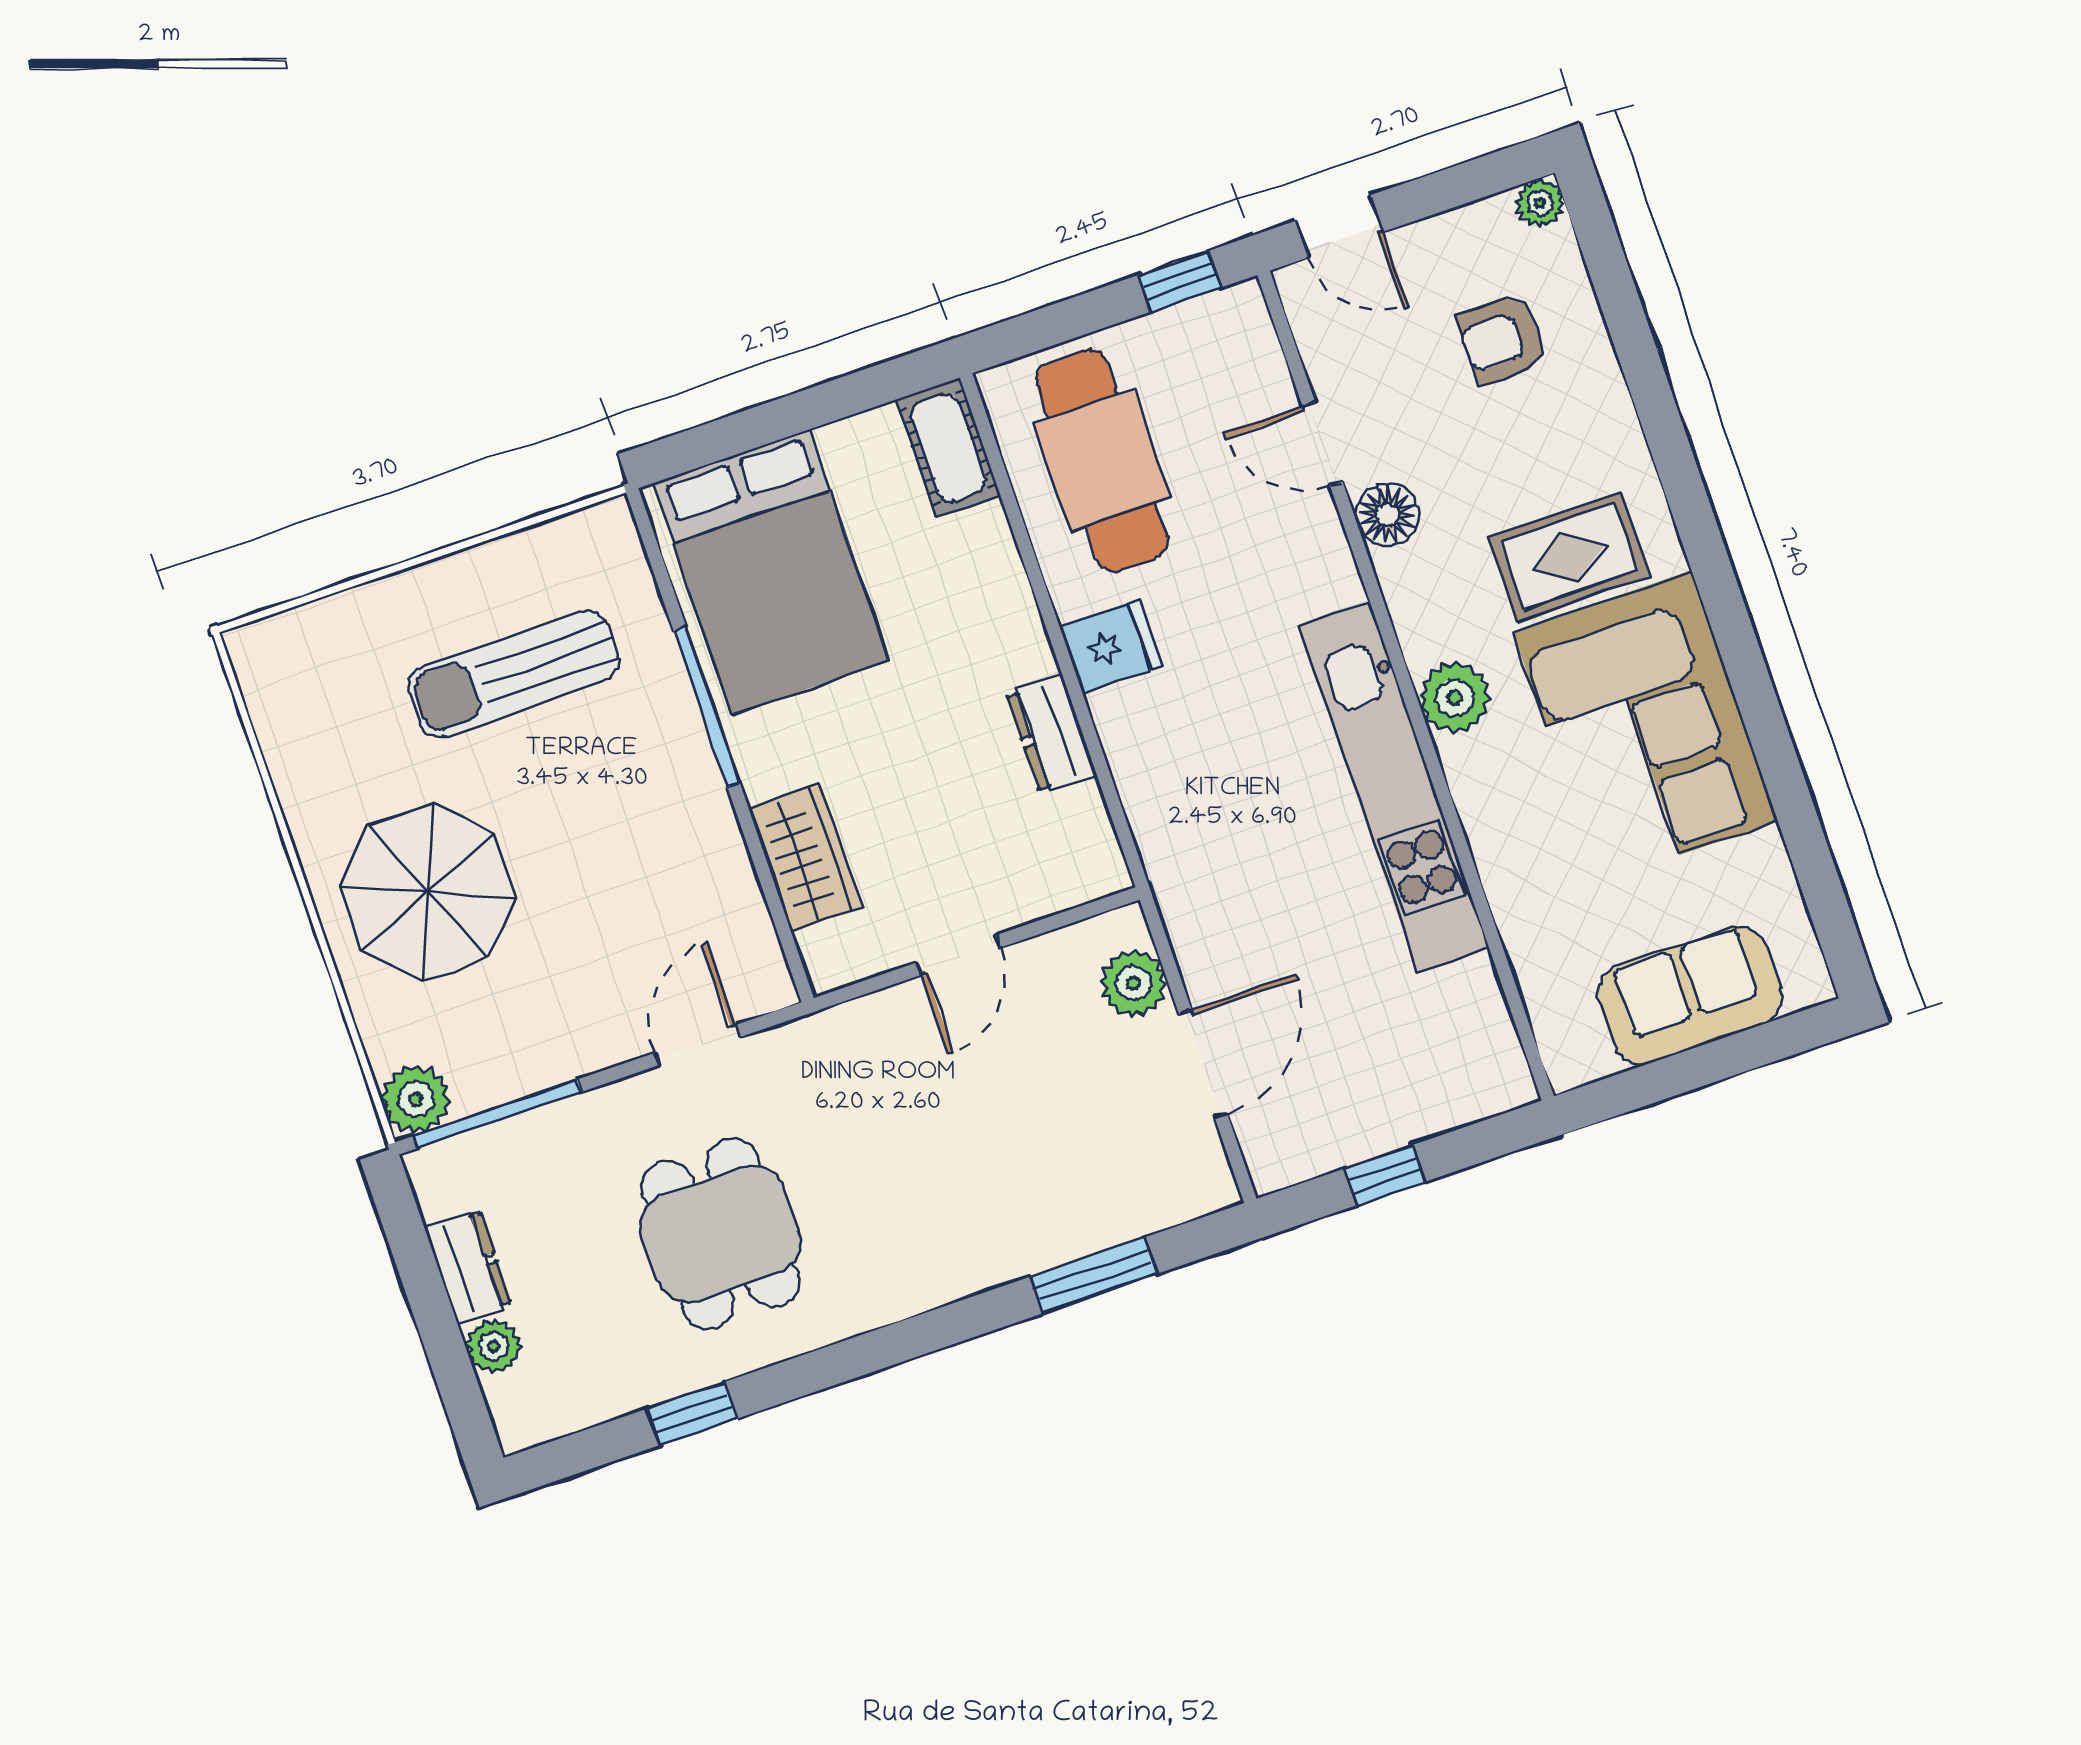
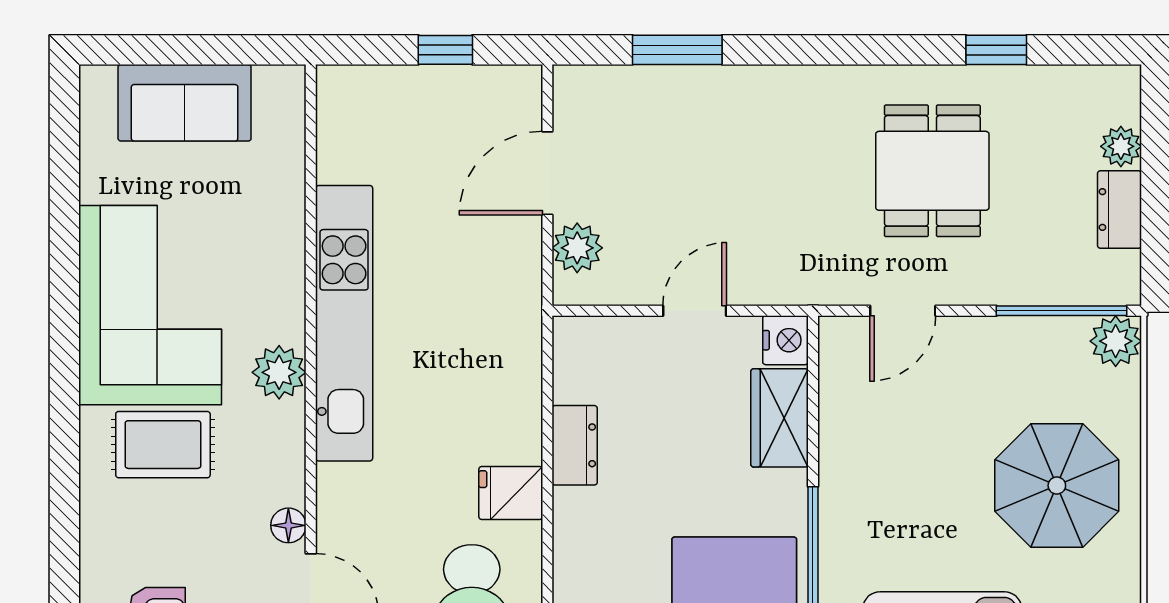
floor lamp: (1387, 515) -> (288, 525), width x0.73, depth x0.73
nightstand: (832, 957) -> (785, 340), added

